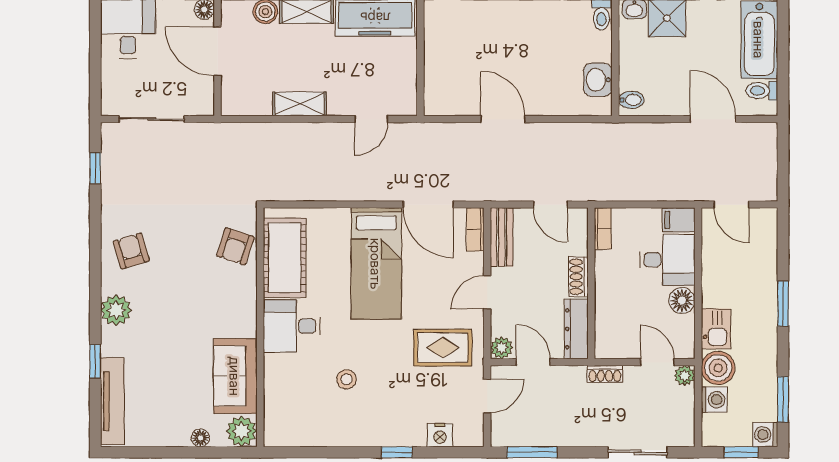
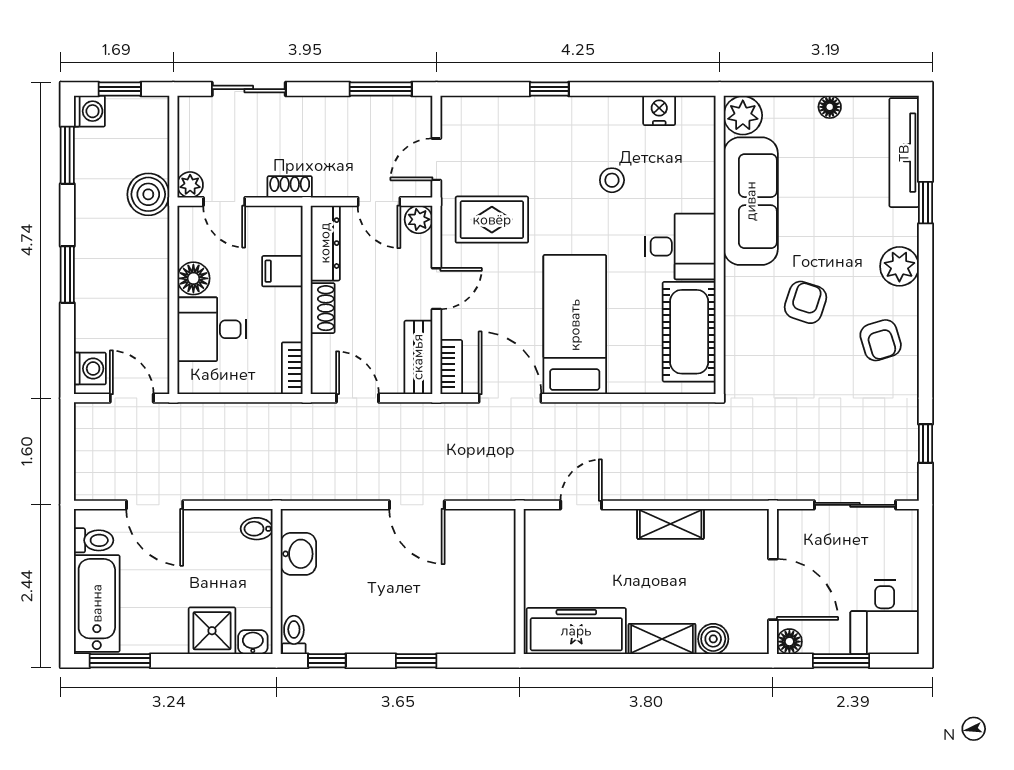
filing cabinet: (679, 220) -> (282, 271), moved, turned 180
armchair: (235, 246) -> (806, 302), moved
kitchen sink: (716, 329) -> (151, 243), removed
sofa: (235, 376) -> (751, 201), width x1.36
washing machine: (714, 400) -> (90, 369), moved, turned 180
nightstand: (440, 435) -> (659, 110), moved
floor lamp: (200, 438) -> (830, 107), moved

